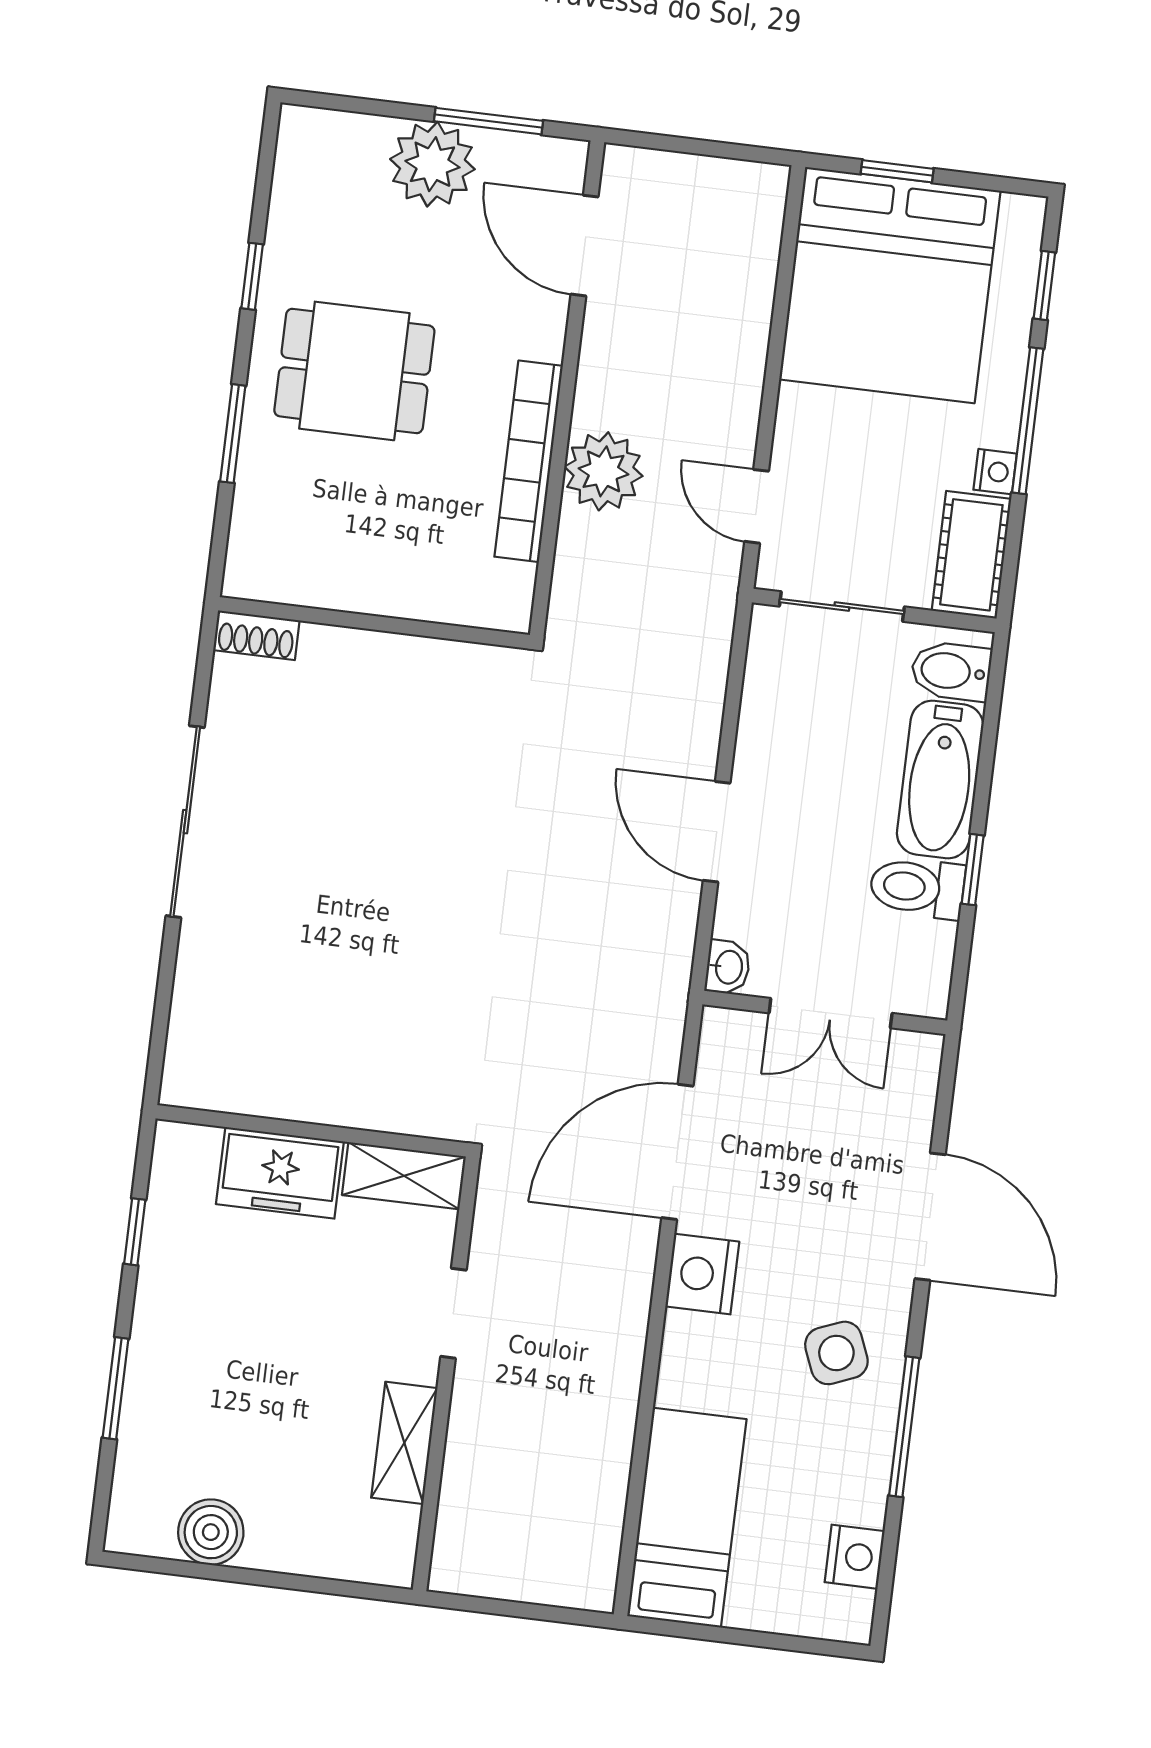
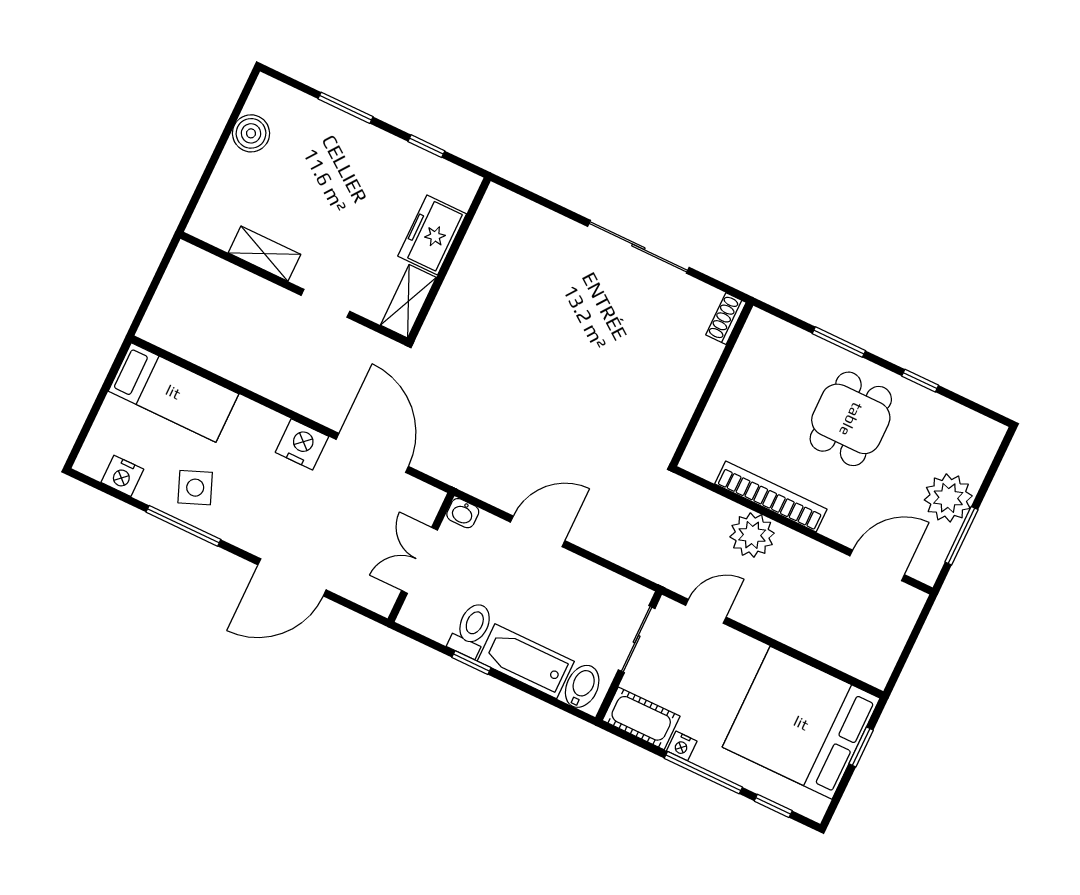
side table: (836, 1353) -> (195, 488), moved

